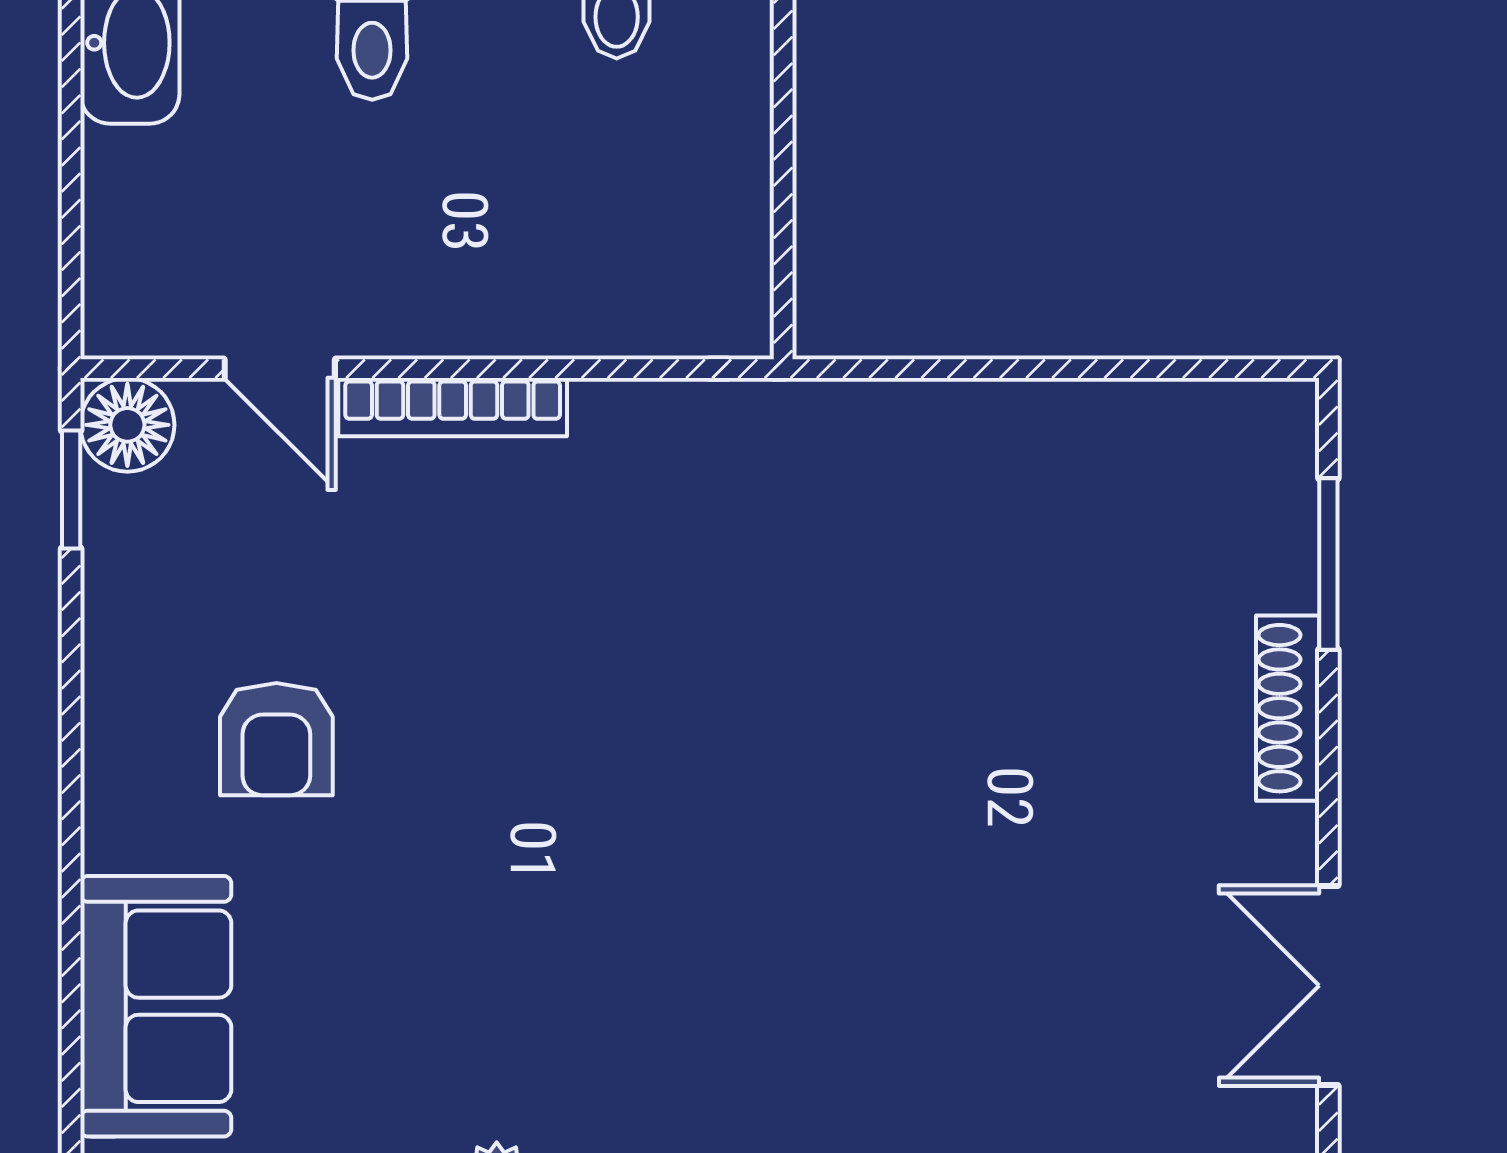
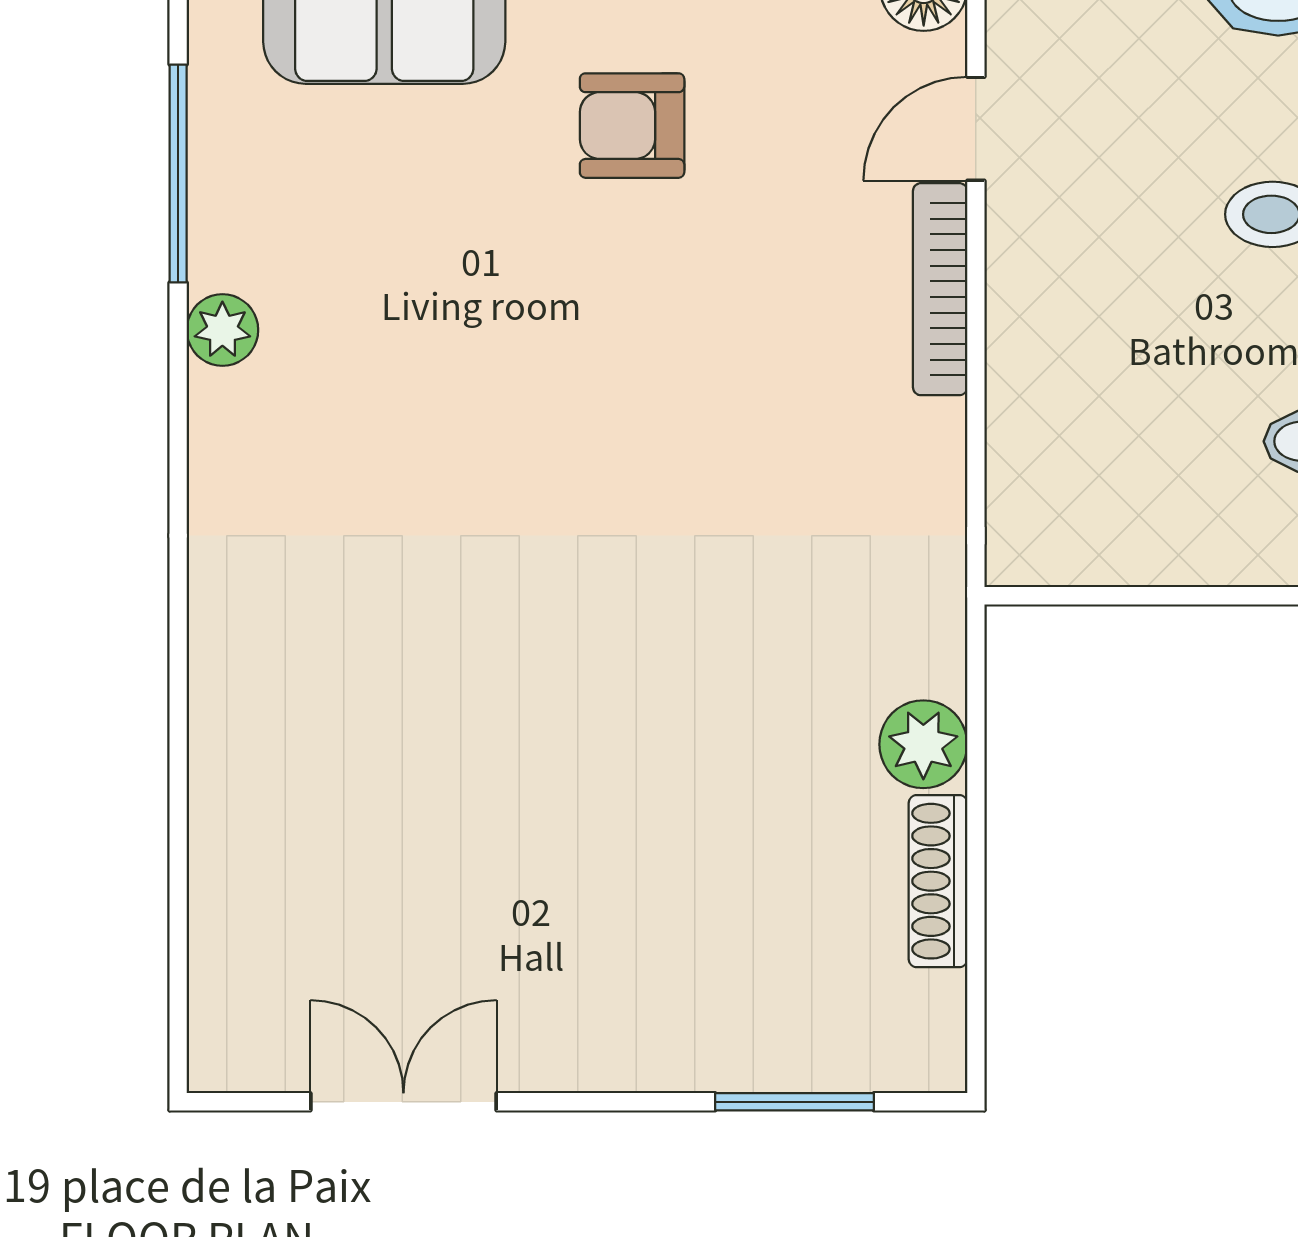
plant: (943, 425) -> (923, 744), added
shoe rack: (1288, 708) -> (938, 881), moved, turned -90

